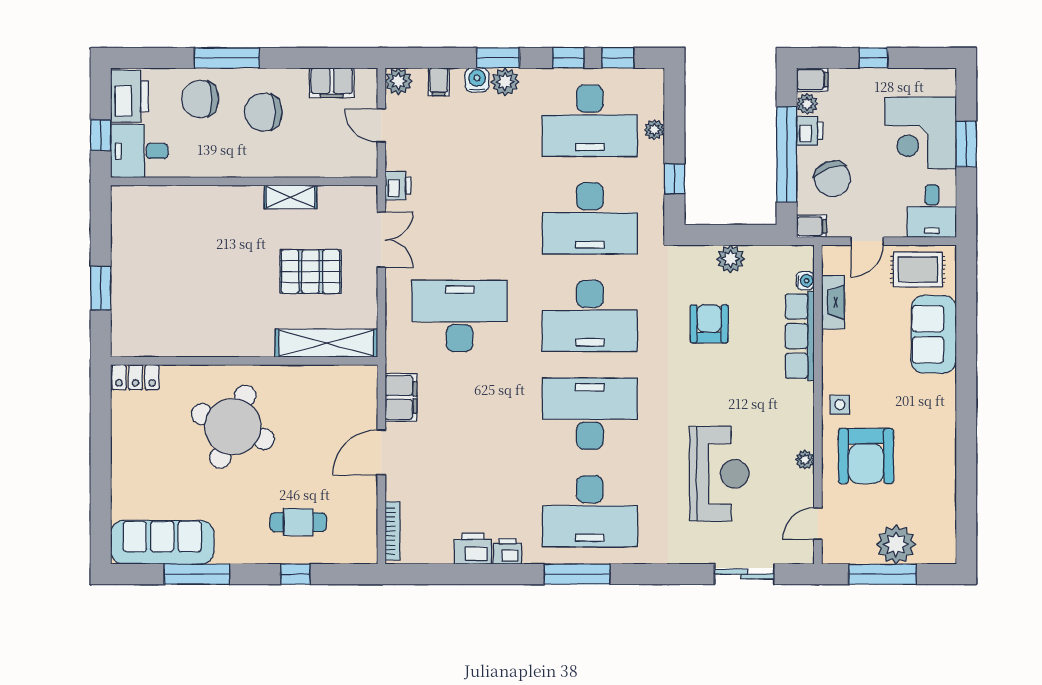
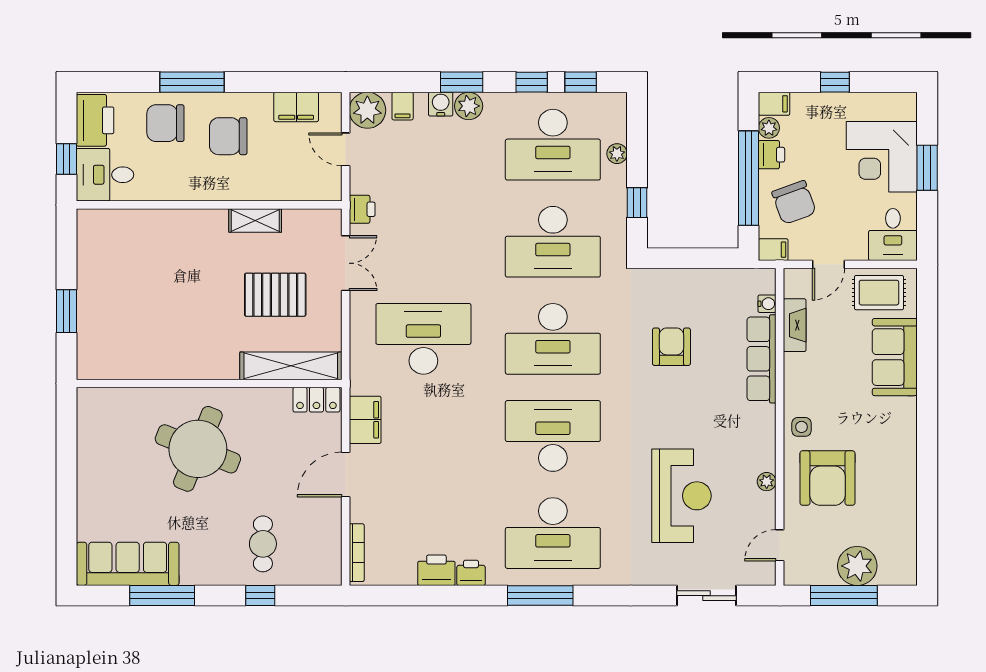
plant: (398, 81) -> (367, 110), width x1.36, depth x1.36
plant: (731, 259) -> (693, 282), removed
locker: (136, 377) -> (316, 400), moved
cafe table: (298, 522) -> (263, 544), turned 90

